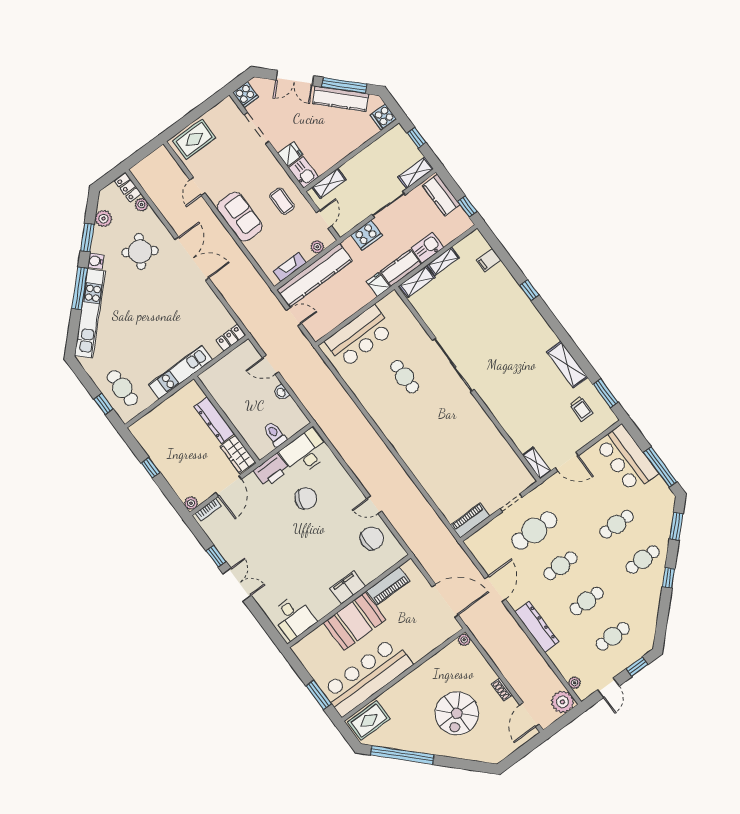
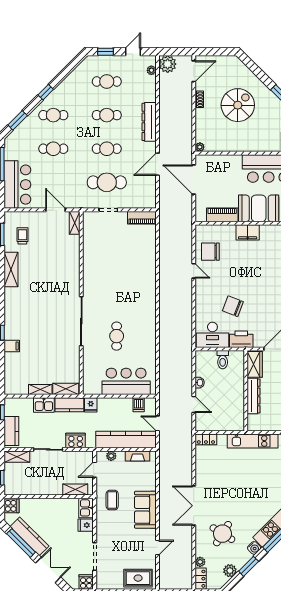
filing cabinet: (489, 260) -> (12, 346), moved
dishwasher: (328, 322) -> (139, 405), added

